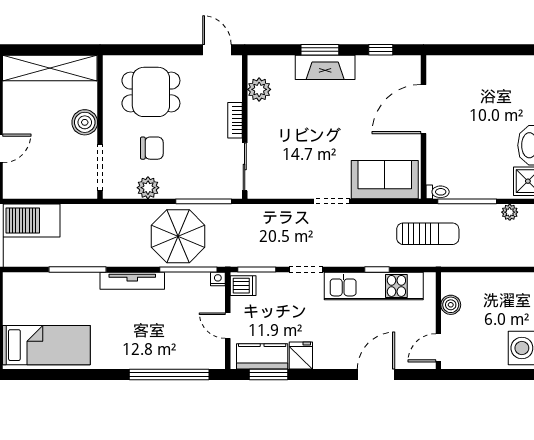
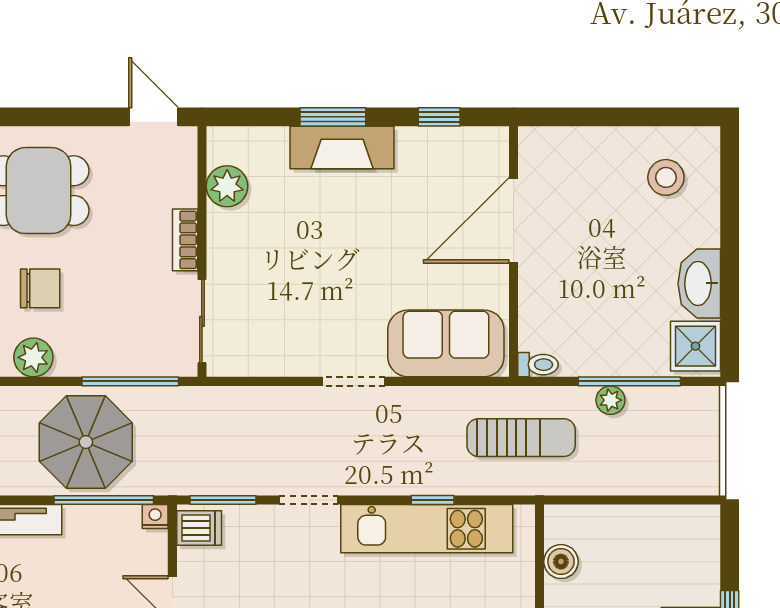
stool: (511, 84) -> (666, 177), added
window: (467, 201) -> (629, 381), moved
plant: (510, 212) -> (611, 400), moved

